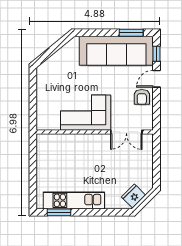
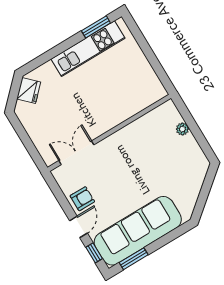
armchair: (142, 97) -> (82, 199), turned 90
plant: (42, 103) -> (182, 129), added
corner sofa: (86, 113) -> (131, 147), removed

